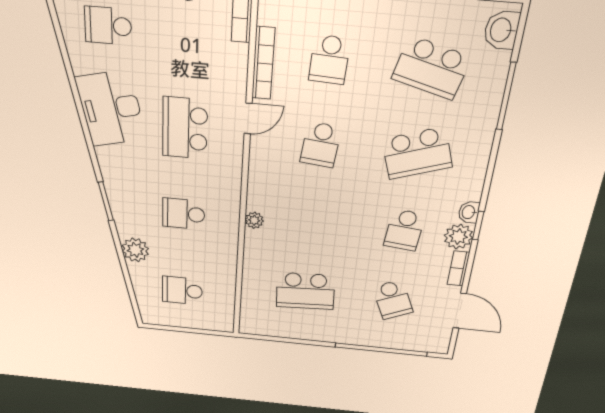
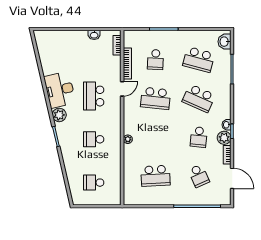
school desk: (108, 26) -> (60, 53), removed
school desk: (321, 145) -> (155, 98), width x1.85
school desk: (417, 153) -> (199, 98), turned 42
plant: (135, 250) -> (59, 115), moved

